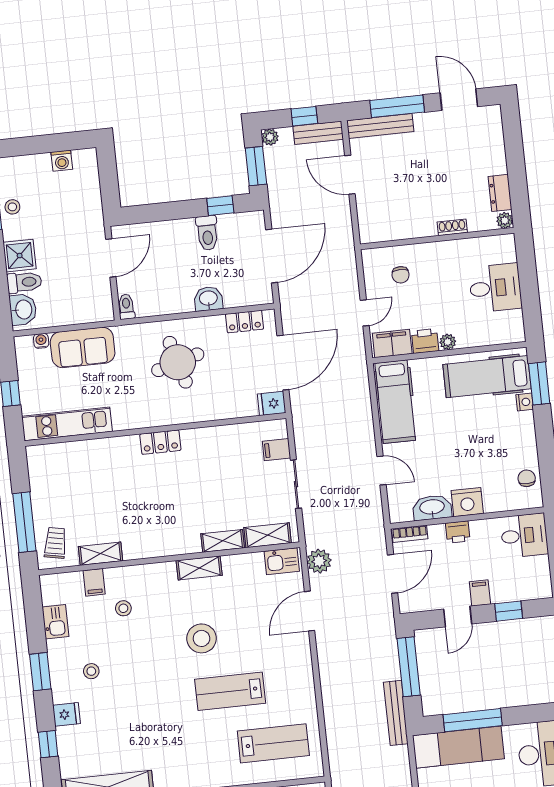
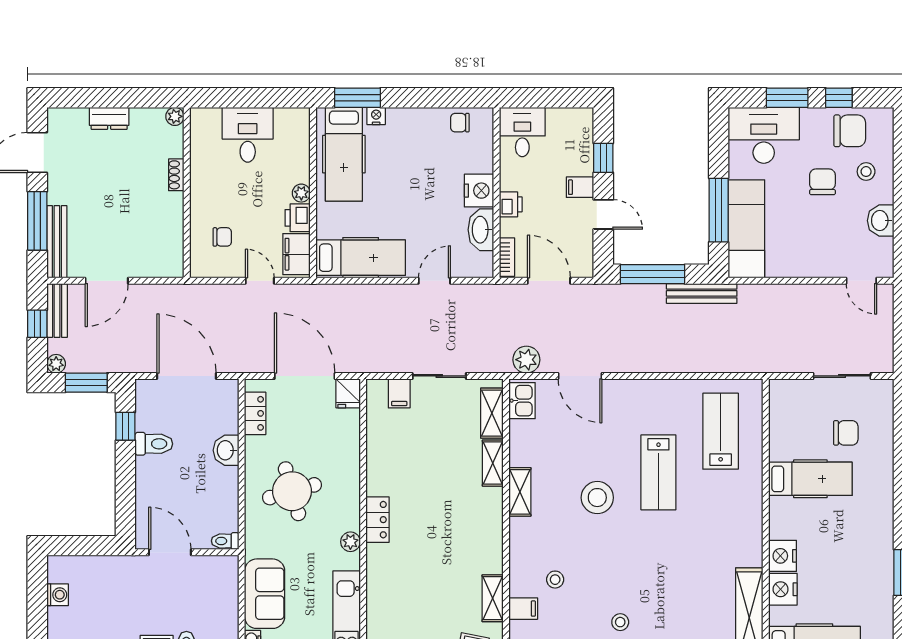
dresser: (500, 193) -> (109, 118), moved
plant: (138, 420) -> (350, 542), added

